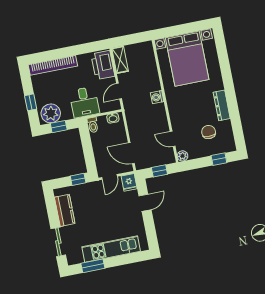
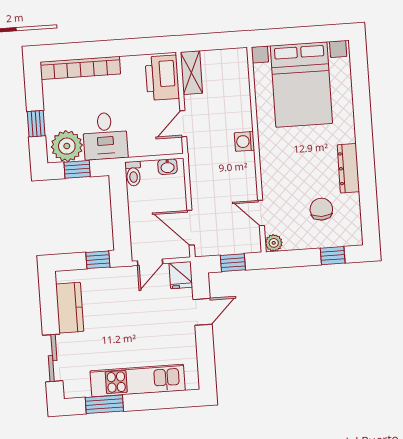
desk: (84, 102) -> (105, 136), moved

